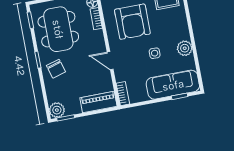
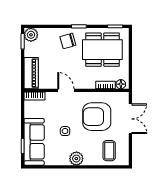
plant: (185, 48) -> (76, 159), moved
door: (110, 61) -> (66, 90), hinge flipped

